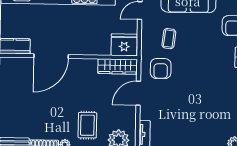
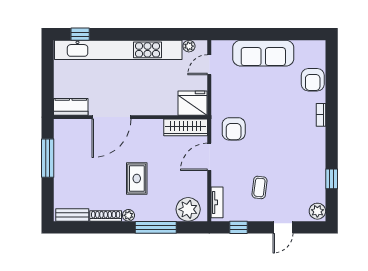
coffee table: (169, 39) -> (259, 187), moved
rug: (87, 125) -> (137, 178), moved

